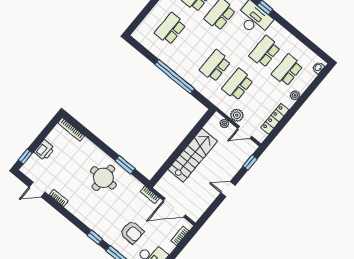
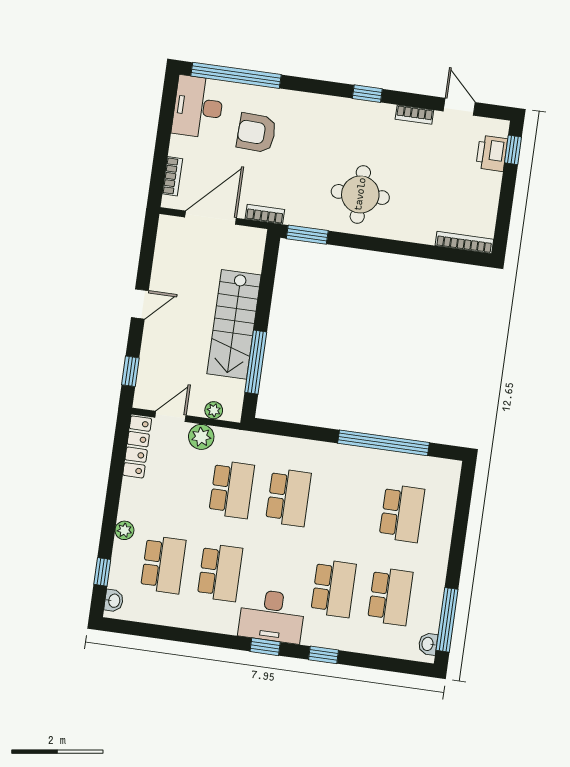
window: (175, 77) -> (384, 443), moved
window: (316, 83) -> (102, 572), added
locker: (275, 119) -> (137, 447), moved
window: (193, 133) -> (256, 362), added
printer: (44, 150) -> (492, 153), moved
window: (125, 165) -> (307, 235), moved
door: (37, 190) -> (459, 107), hinge flipped
window: (95, 237) -> (367, 94), moved

